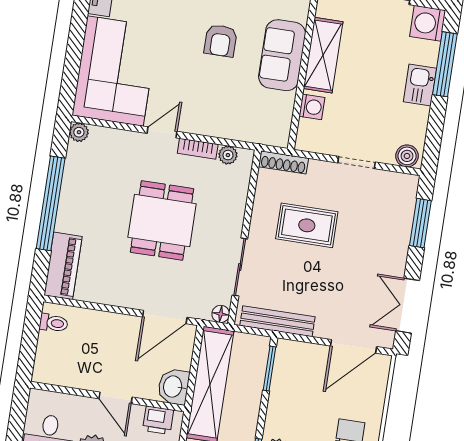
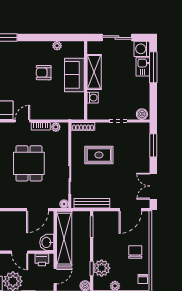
armchair: (221, 41) -> (44, 73), turned 90
kitchen sink: (420, 85) -> (143, 67), moved

